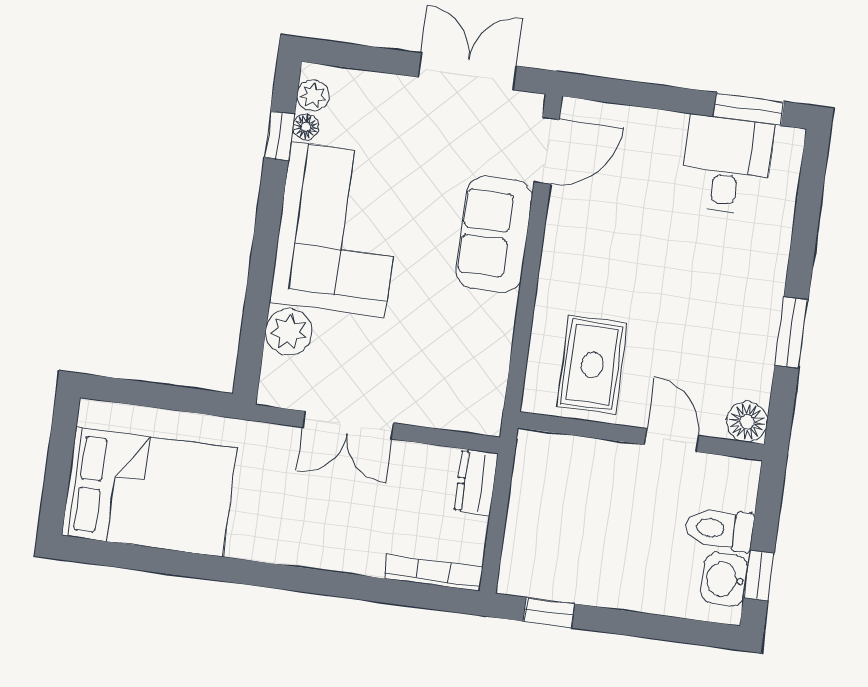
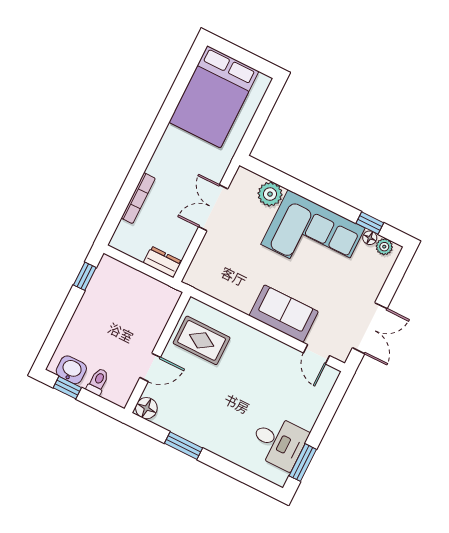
door: (547, 151) -> (317, 354), width x0.73
toilet: (719, 529) -> (98, 382), width x0.73, depth x0.72
bookcase: (433, 573) -> (138, 198), moved

